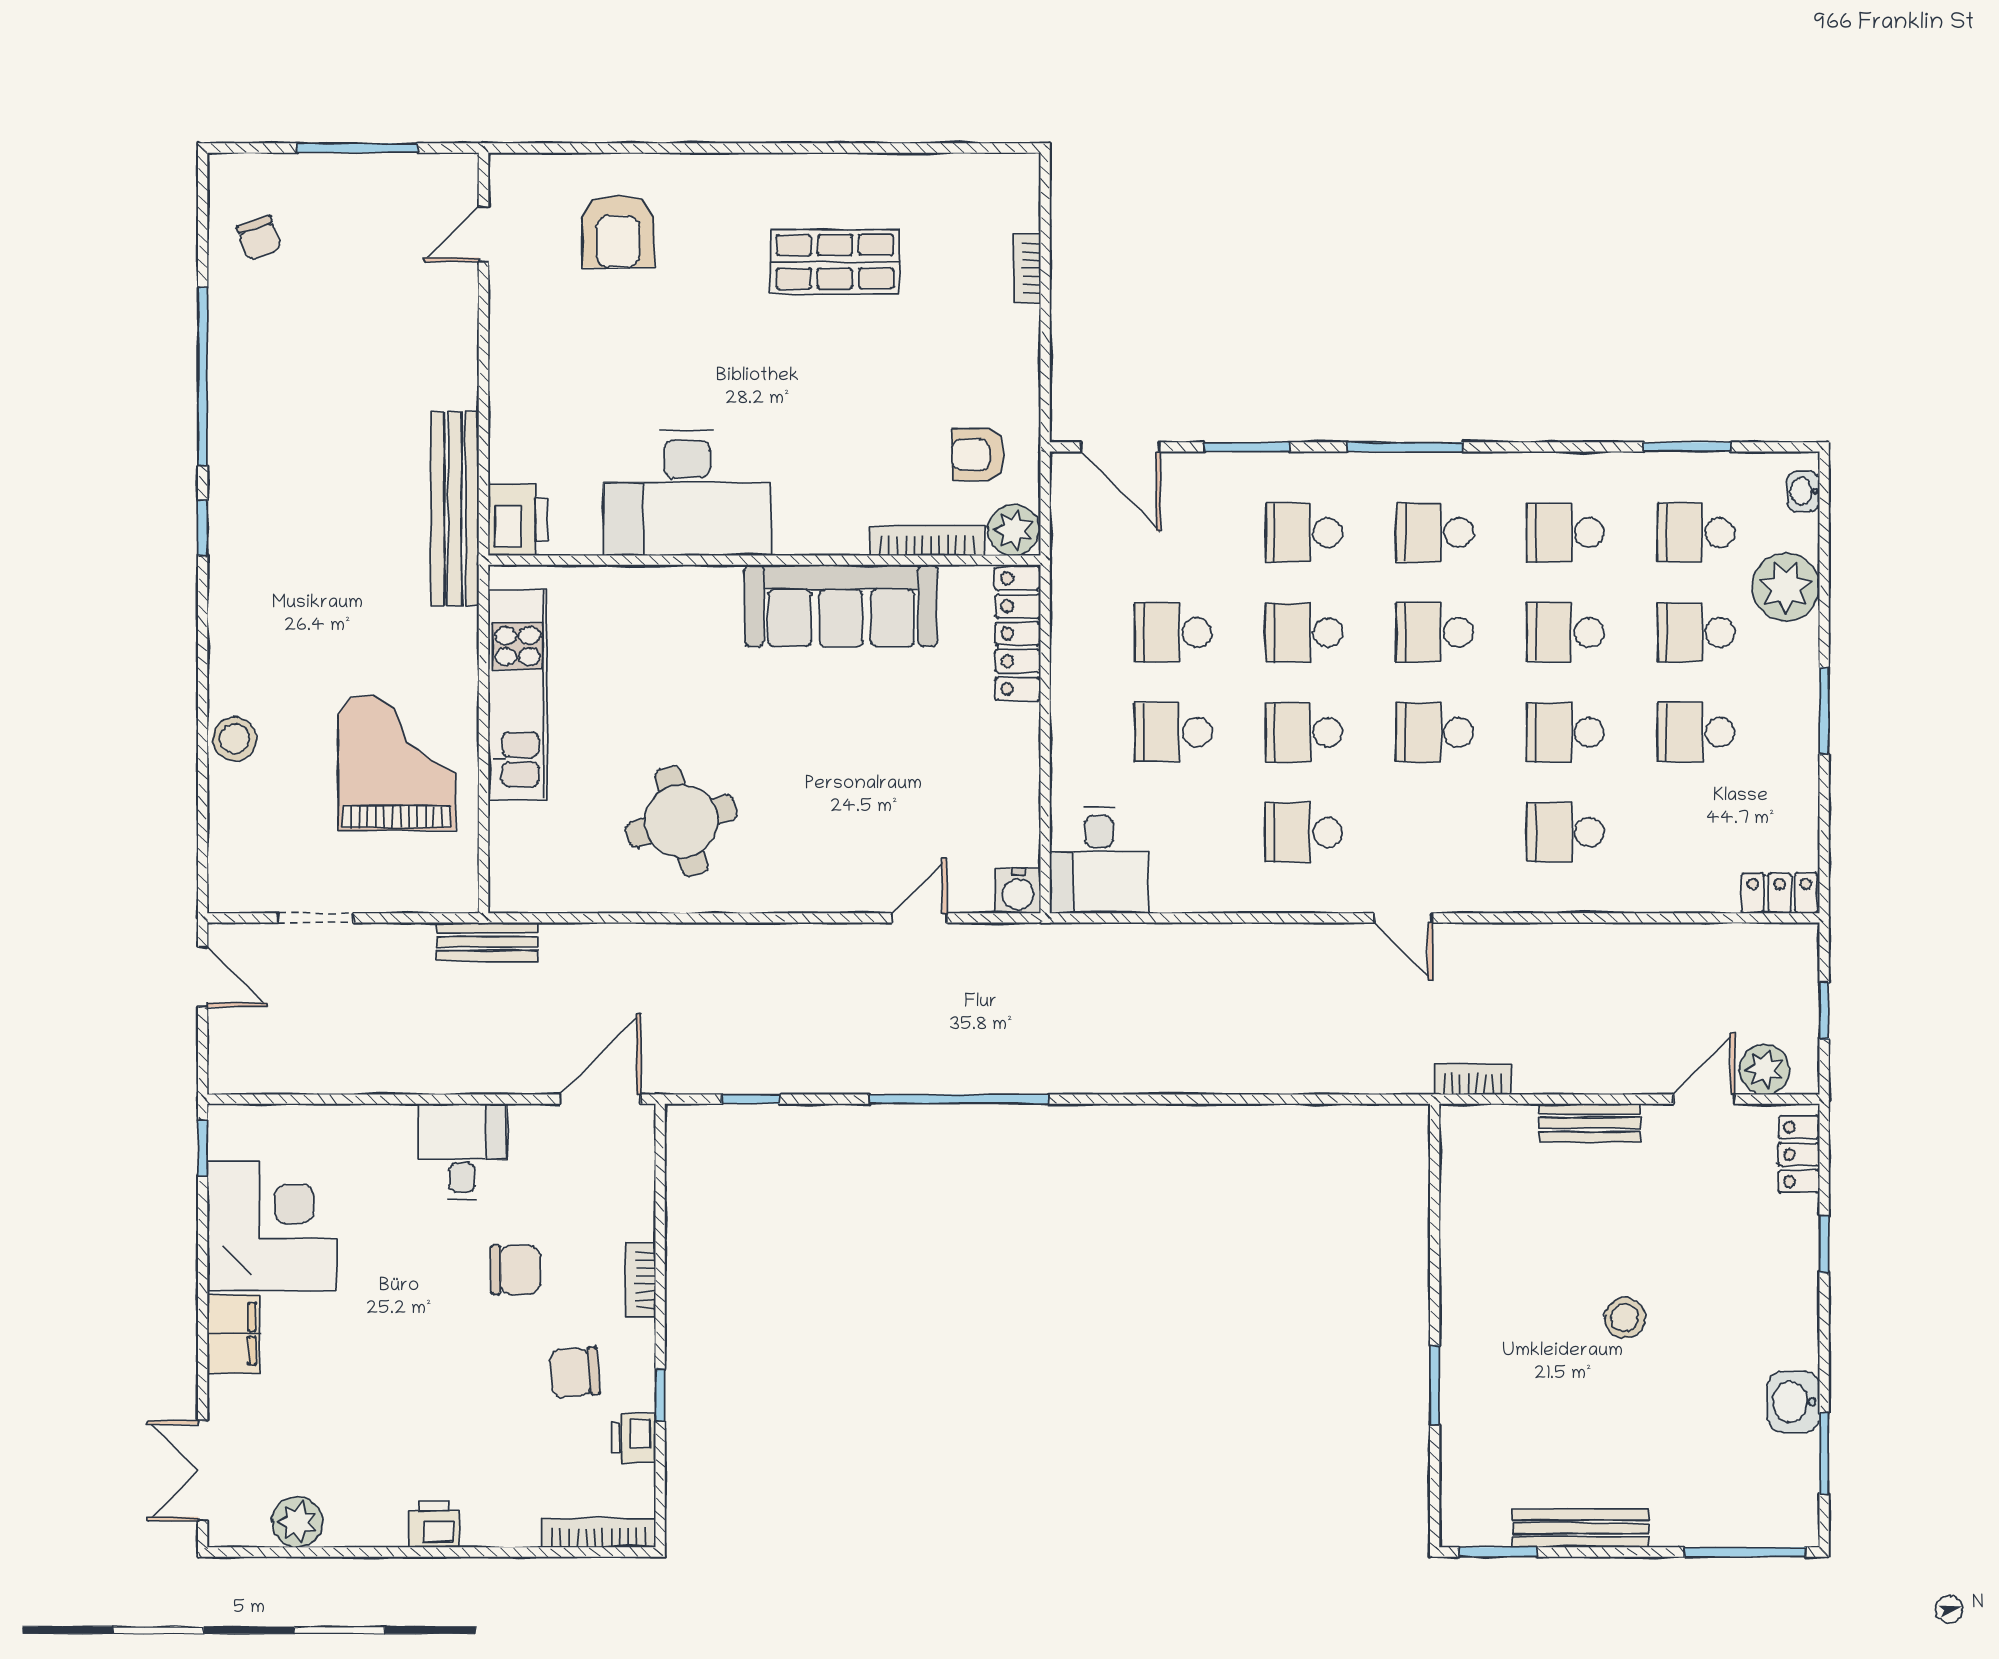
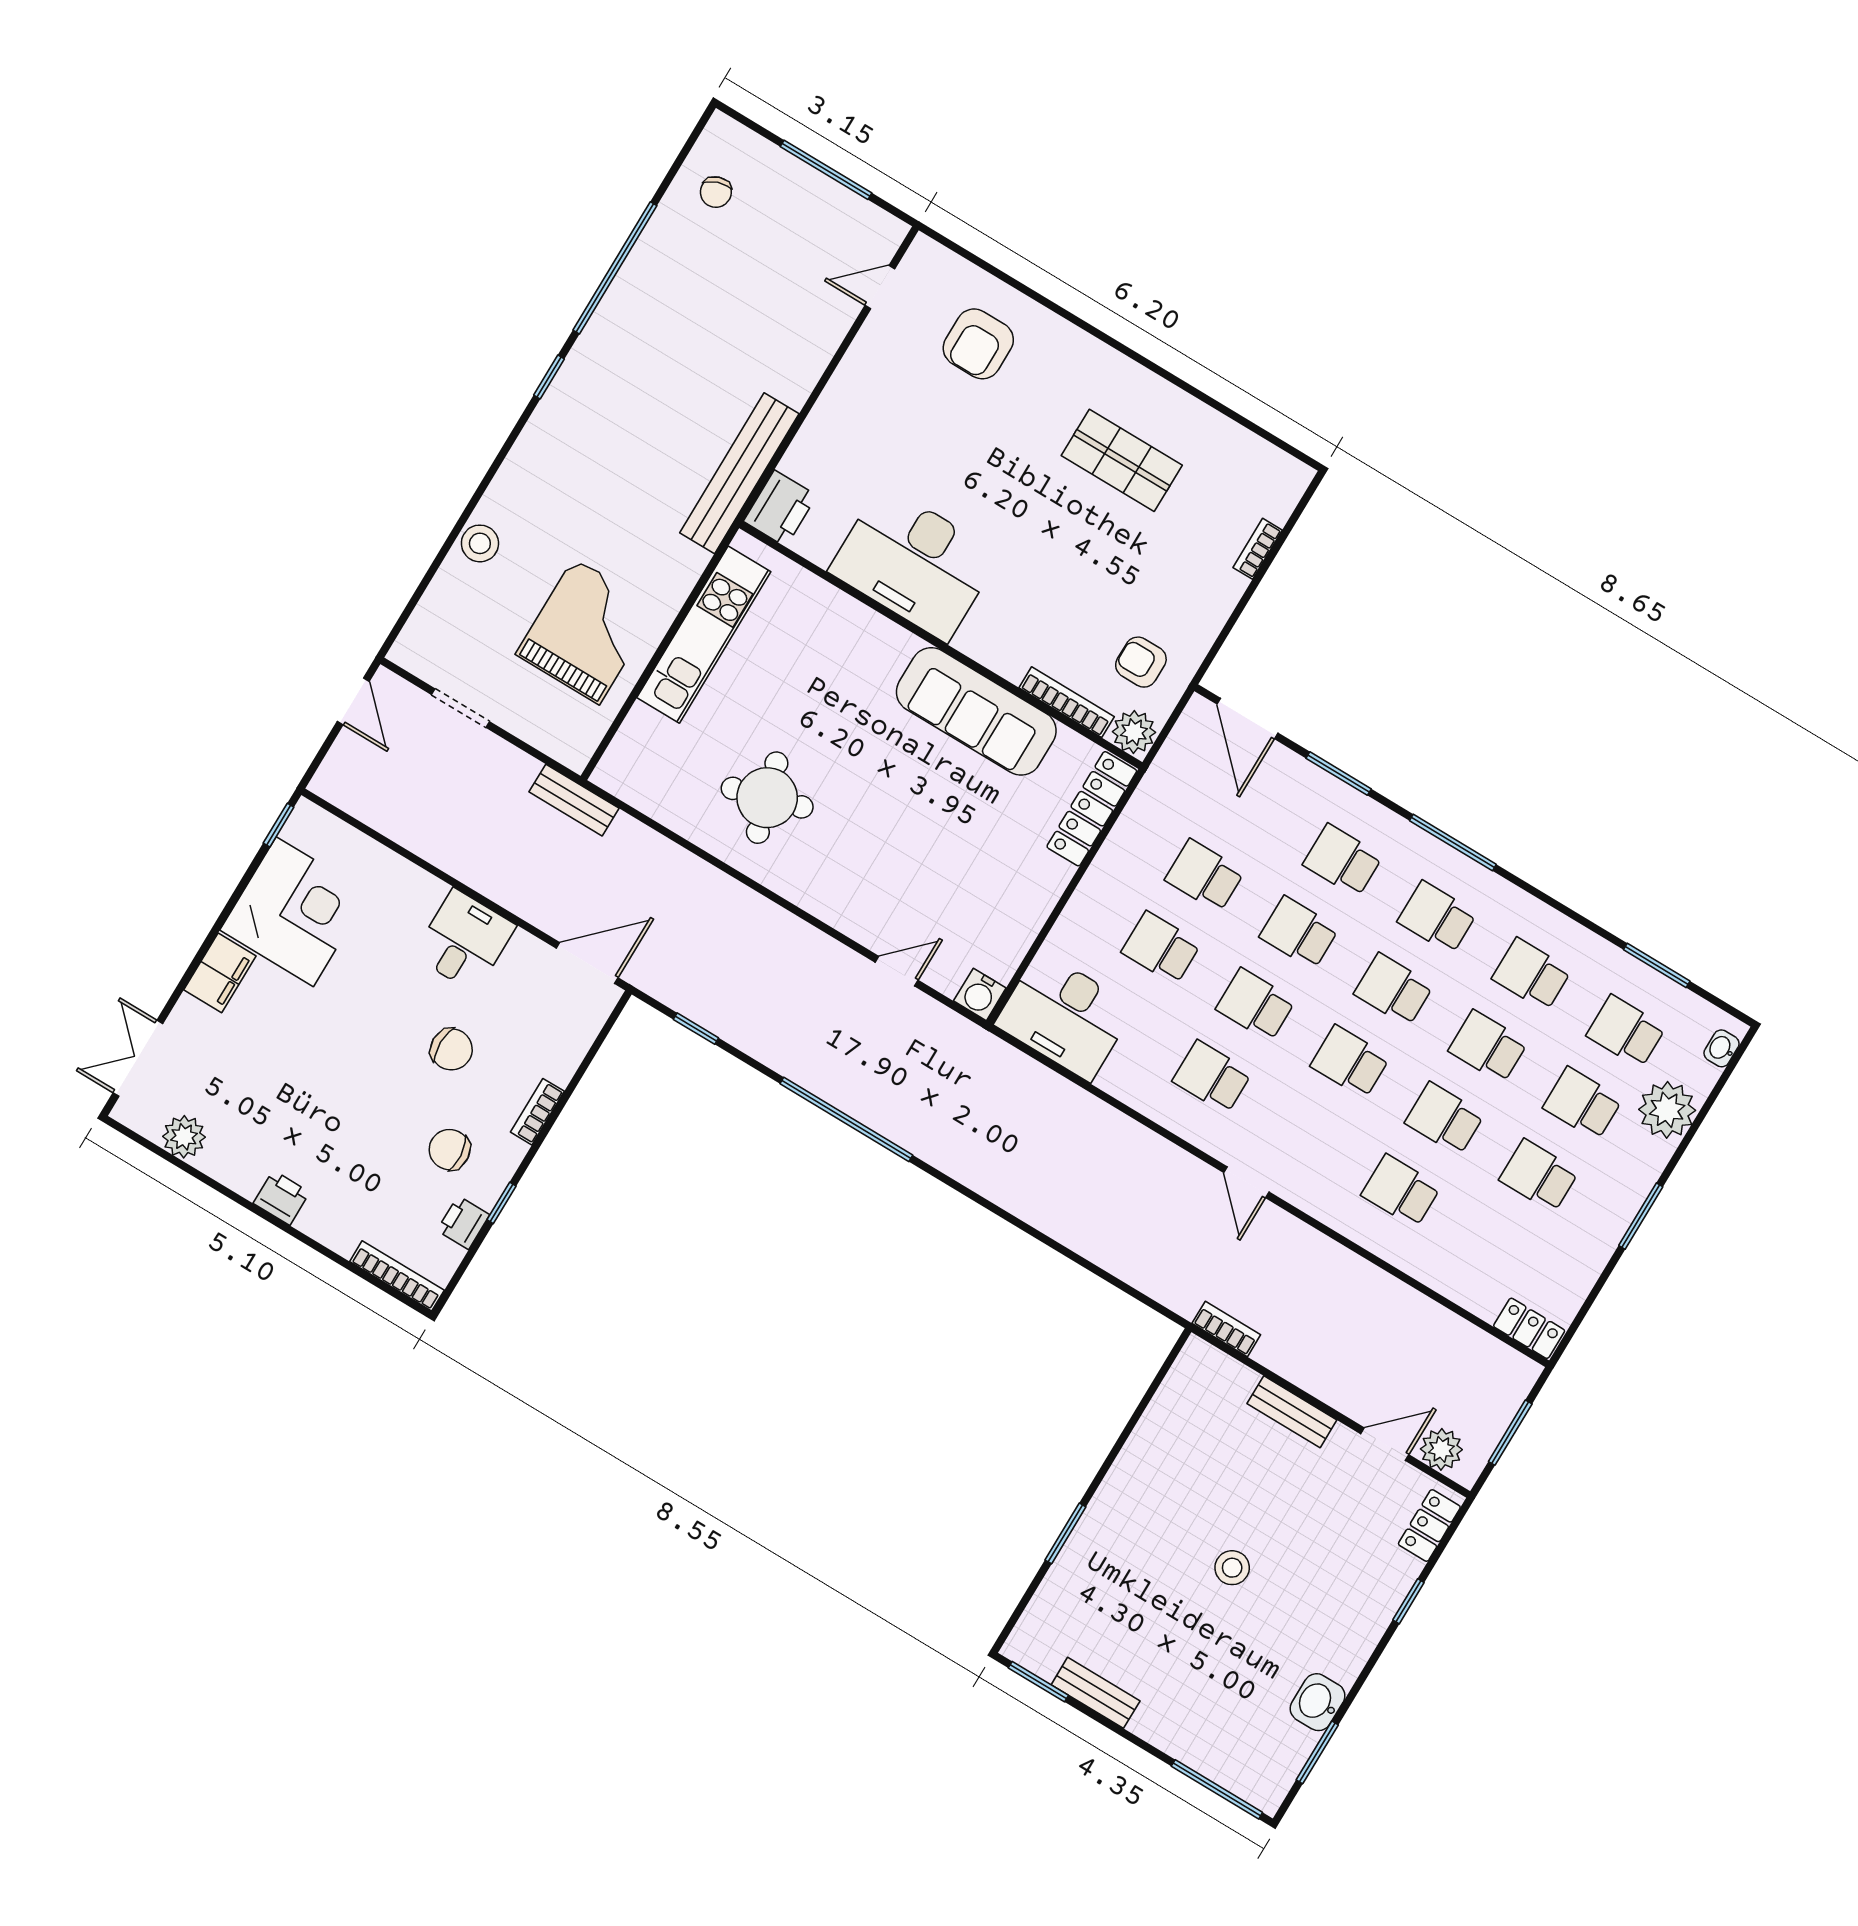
desk: (1099, 860) -> (1065, 1016), width x1.37
window: (1824, 1011) -> (1510, 1433), width x1.50
bench: (1581, 1528) -> (1096, 1693), width x0.73

